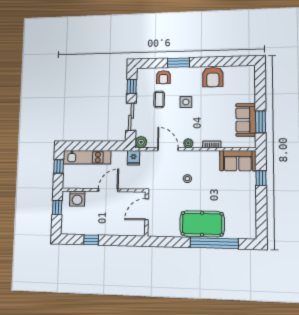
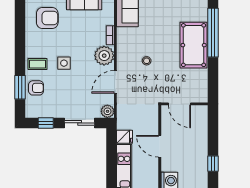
window: (178, 63) -> (20, 87), moved
armchair: (213, 77) -> (47, 18), moved
coffee table: (159, 99) -> (38, 64), moved
plant: (188, 143) -> (104, 56), width x1.88, depth x1.88
fridge: (134, 158) -> (124, 137), moved

